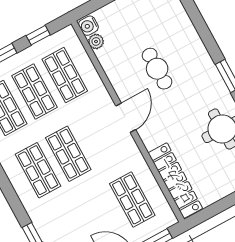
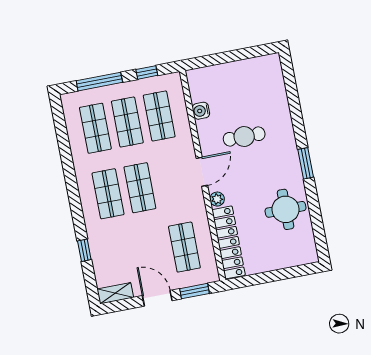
water cooler: (88, 26) -> (201, 111), moved
plant: (96, 41) -> (217, 199), moved
cafe table: (157, 69) -> (244, 136), turned 90

